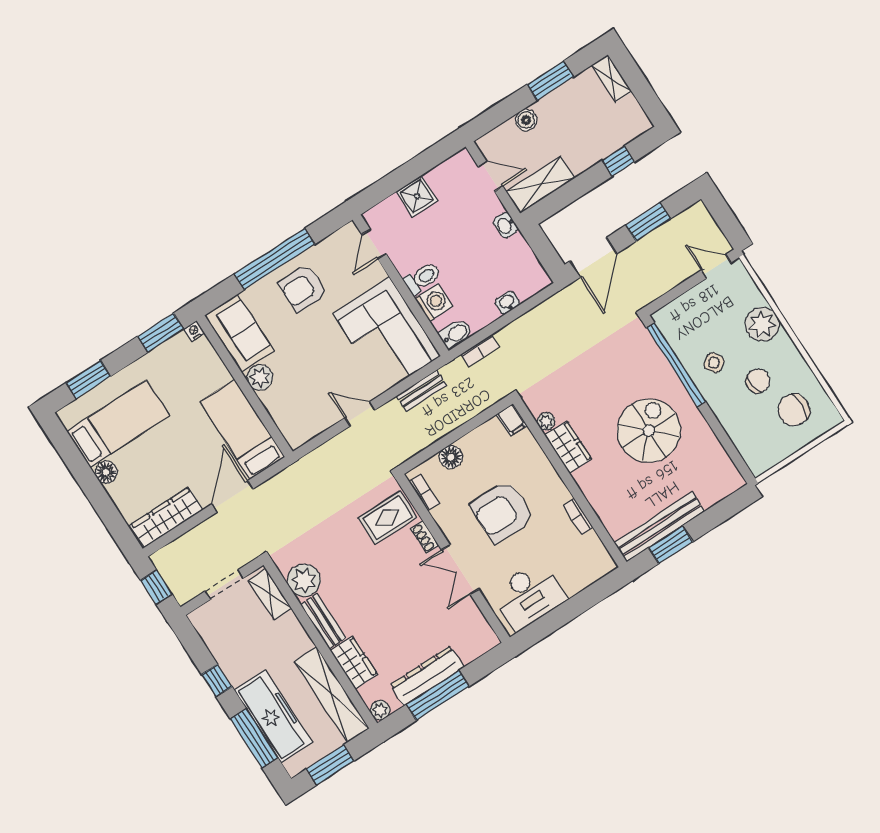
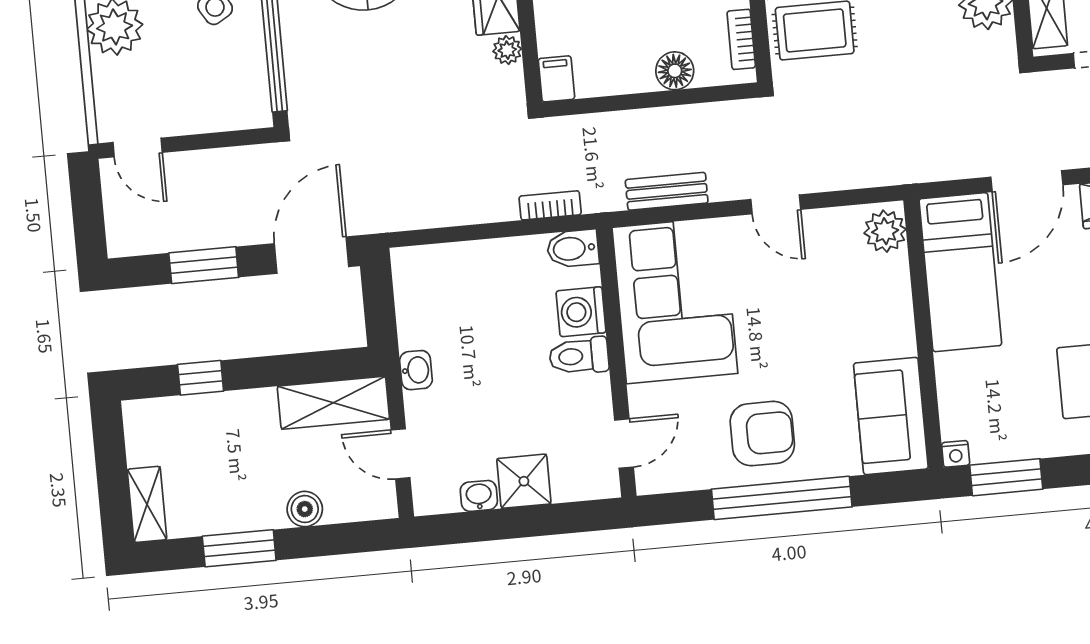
washbasin: (507, 303) -> (479, 496), moved, turned 180
plant: (260, 377) -> (885, 231), moved

